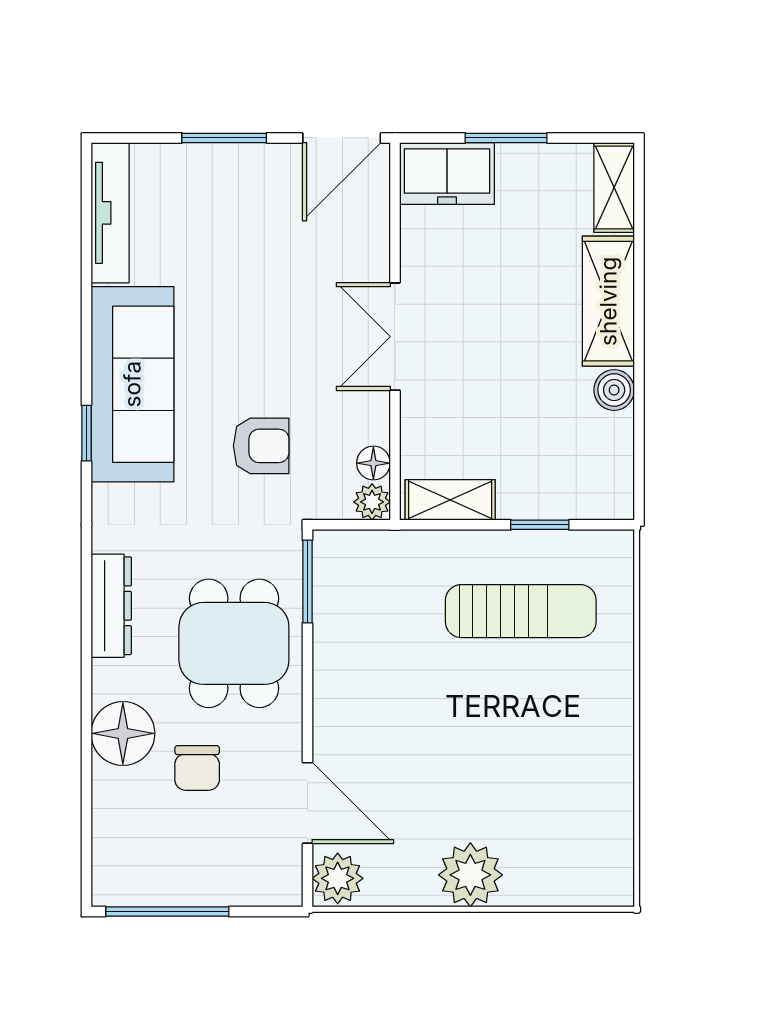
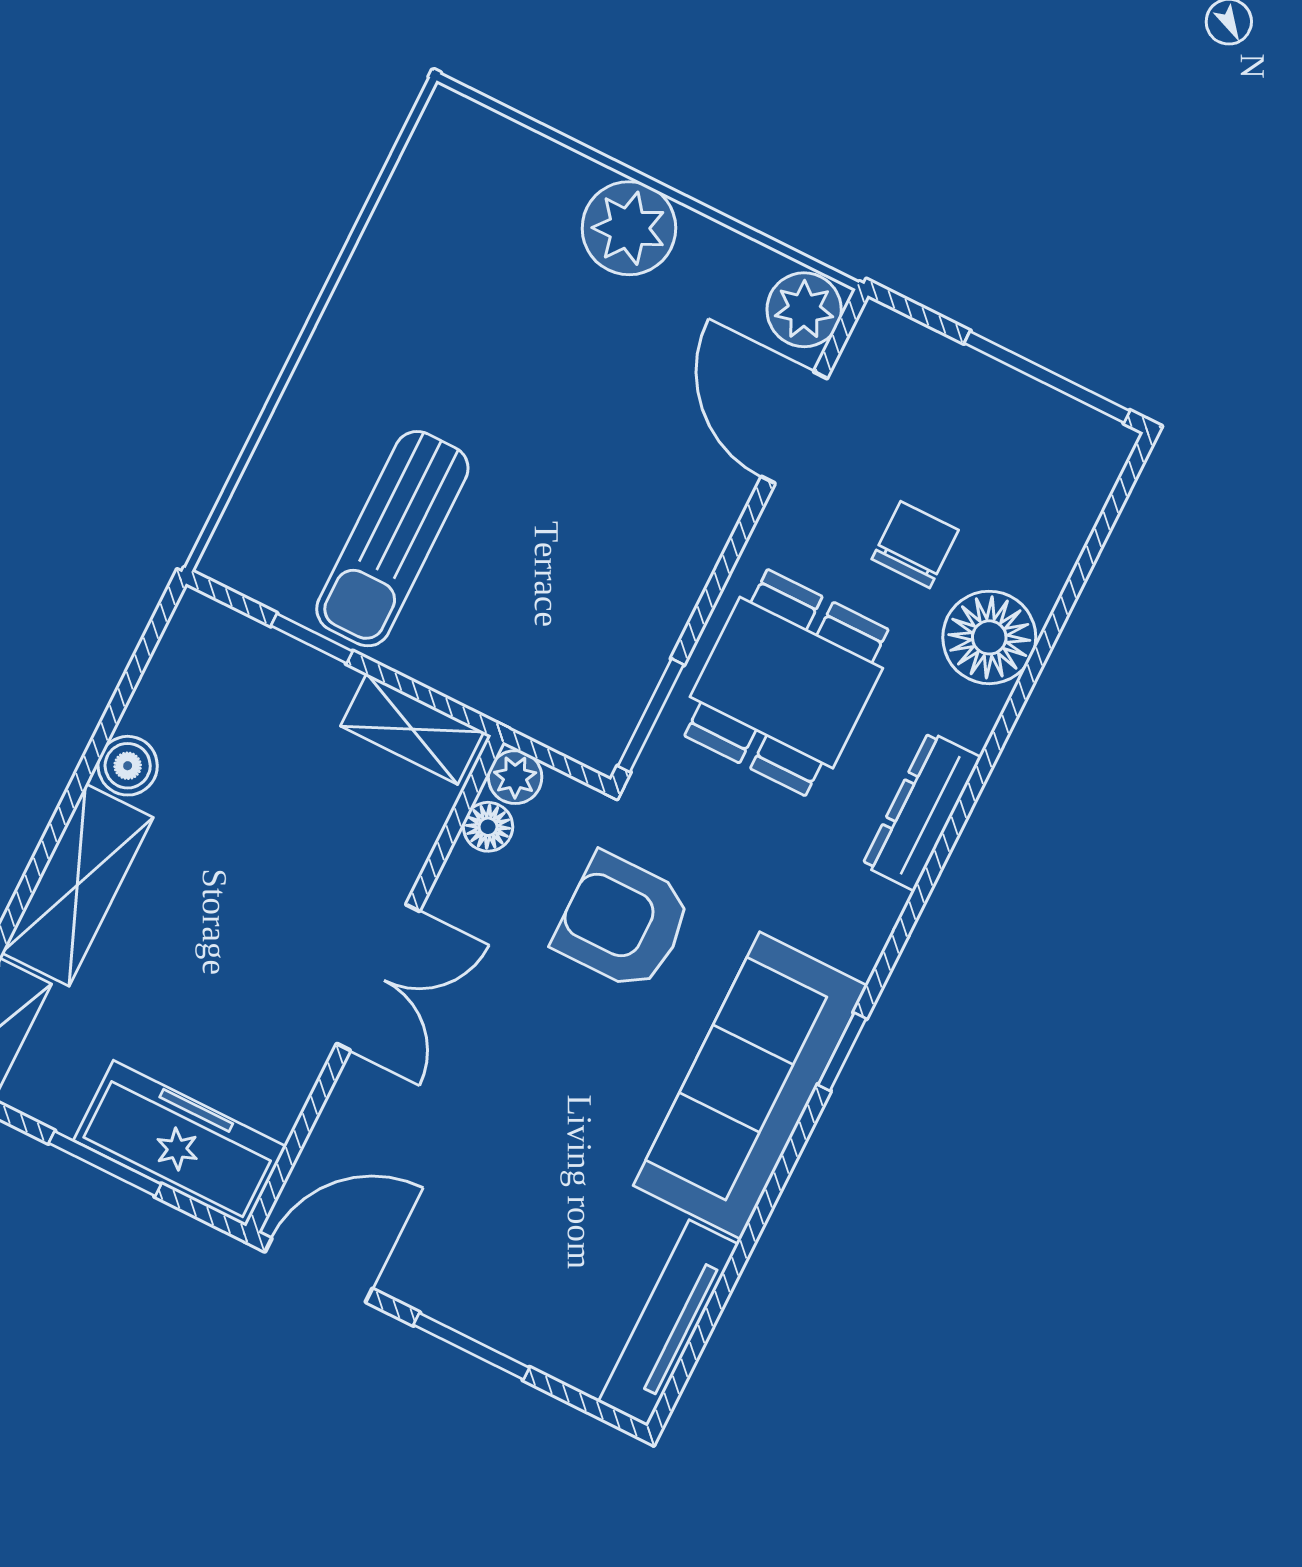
freezer: (447, 173) -> (180, 1143), width x1.40
armchair: (261, 446) -> (623, 922), width x1.38, depth x1.38
sun lounger: (521, 611) -> (392, 539), turned -90

